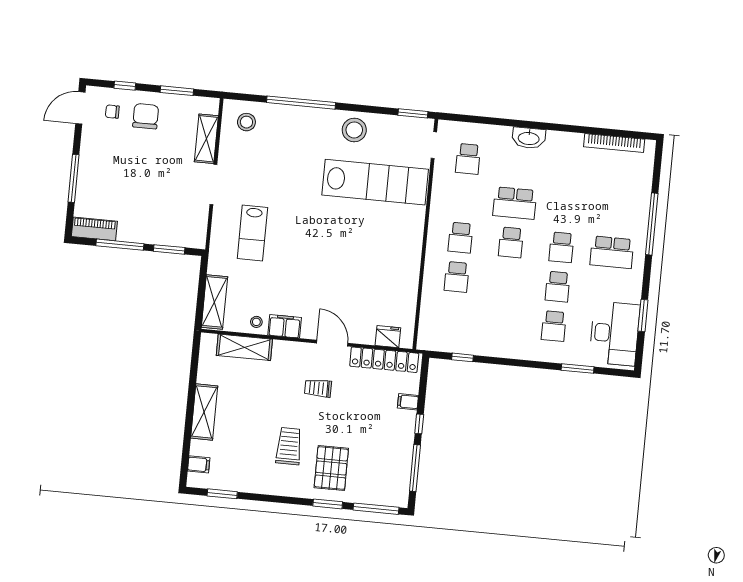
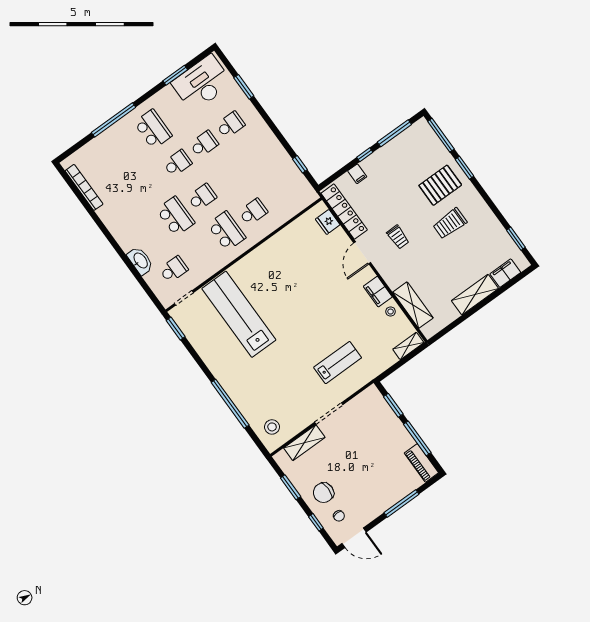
stool: (354, 130) -> (218, 356), removed
washbasin: (529, 138) -> (140, 261), moved
school desk: (460, 238) -> (227, 231), width x1.85
shelving: (214, 302) -> (408, 346), width x0.67, depth x0.75
filing cabinet: (199, 464) -> (505, 273), width x2.00

